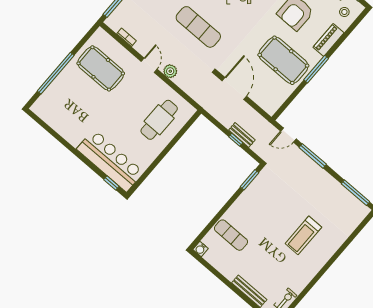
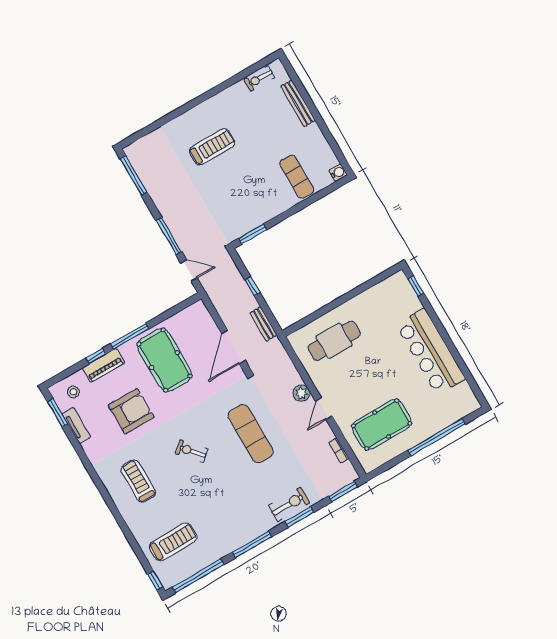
window: (337, 45) -> (96, 356), added
pool table: (101, 68) -> (382, 425), turned 90
bench: (242, 135) -> (264, 324), moved
bar counter: (110, 161) -> (431, 352), moved

